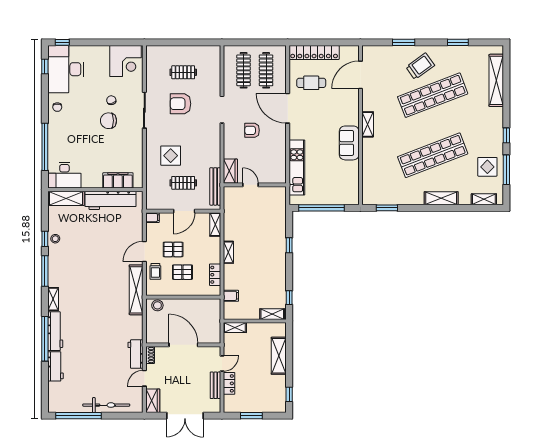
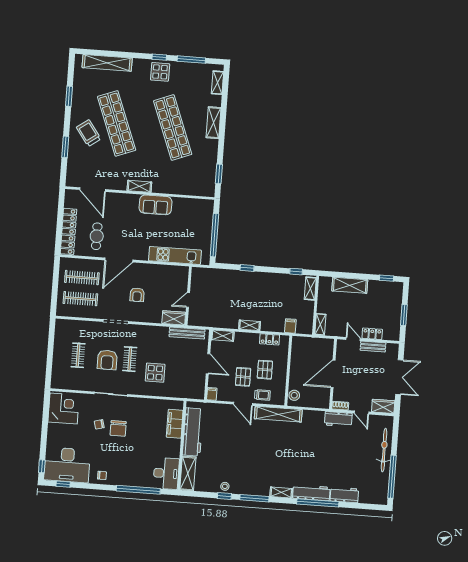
display table: (487, 167) -> (160, 72), moved
clothes rail: (183, 183) -> (130, 359), moved

